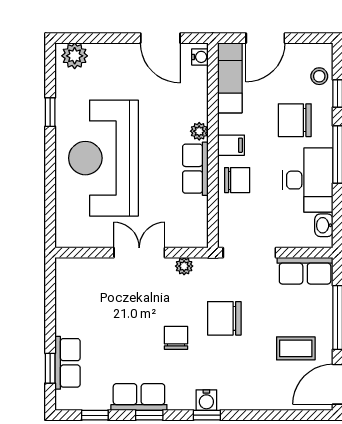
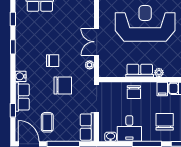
filing cabinet: (231, 145) -> (162, 89), moved
desk: (308, 180) -> (129, 128), width x0.73
double door: (139, 253) -> (97, 42), swing flipped
chair: (224, 318) -> (63, 86), turned 90
row of seats: (139, 397) -> (22, 97), moved
window: (207, 415) -> (13, 110), moved

